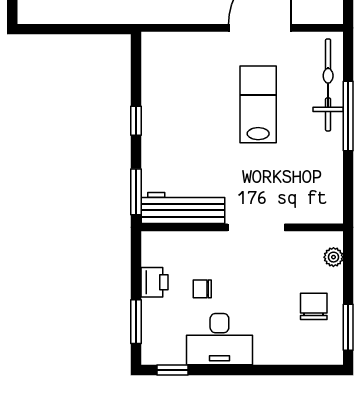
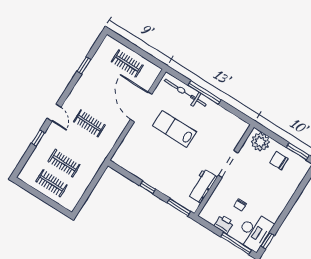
workbench: (183, 208) -> (202, 186), width x0.73
plant: (333, 257) -> (260, 142), width x1.88, depth x1.88
window: (136, 322) -> (236, 243), width x1.44
desk: (219, 339) -> (254, 231), moved

